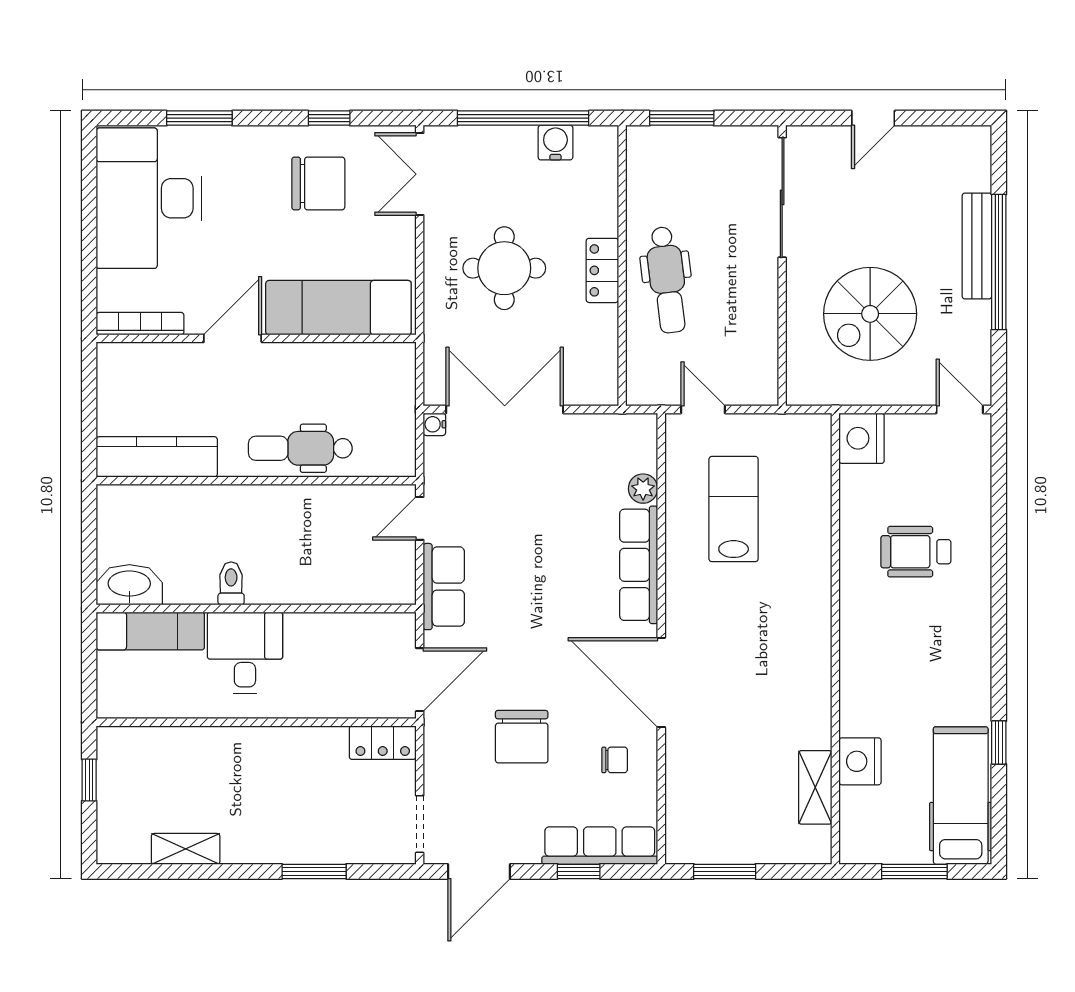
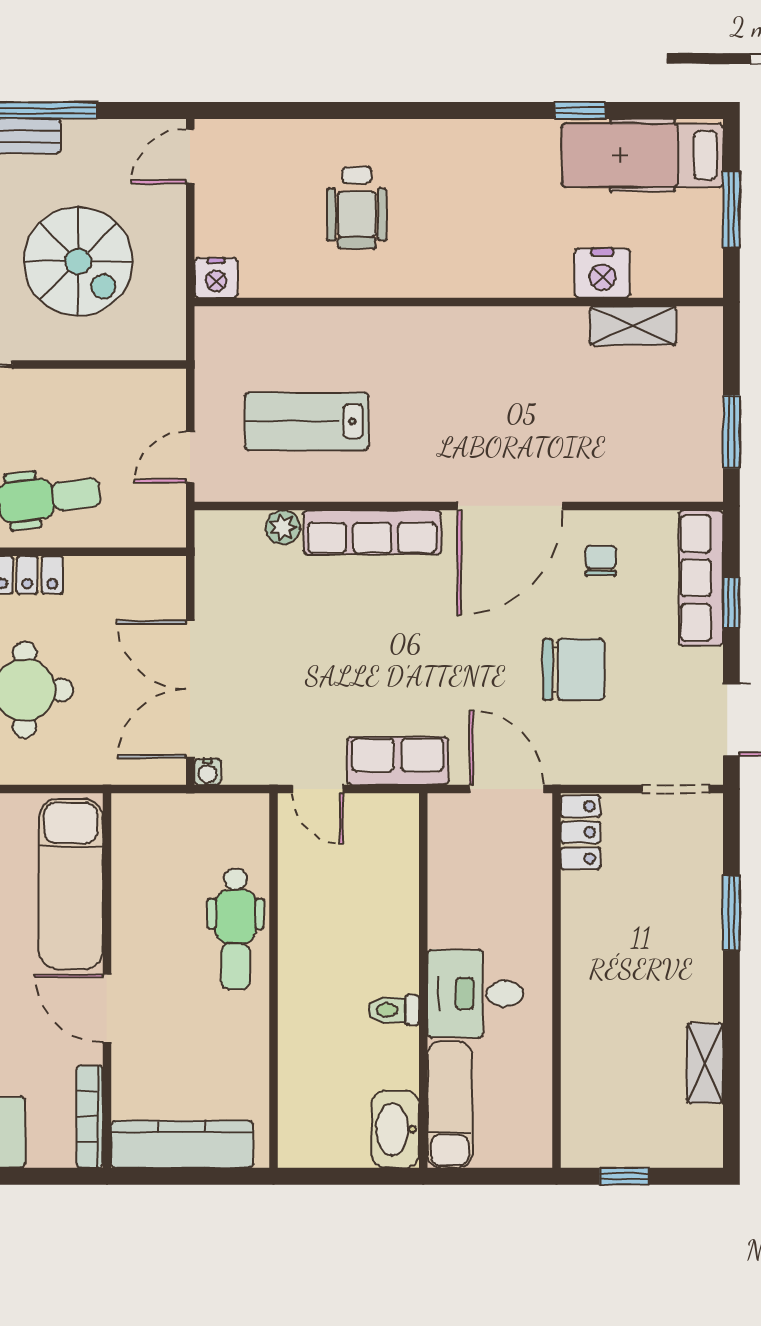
nightstand: (862, 438) -> (216, 278), width x0.74, depth x0.75
kitchen counter: (157, 457) -> (182, 1144), moved, turned 90

